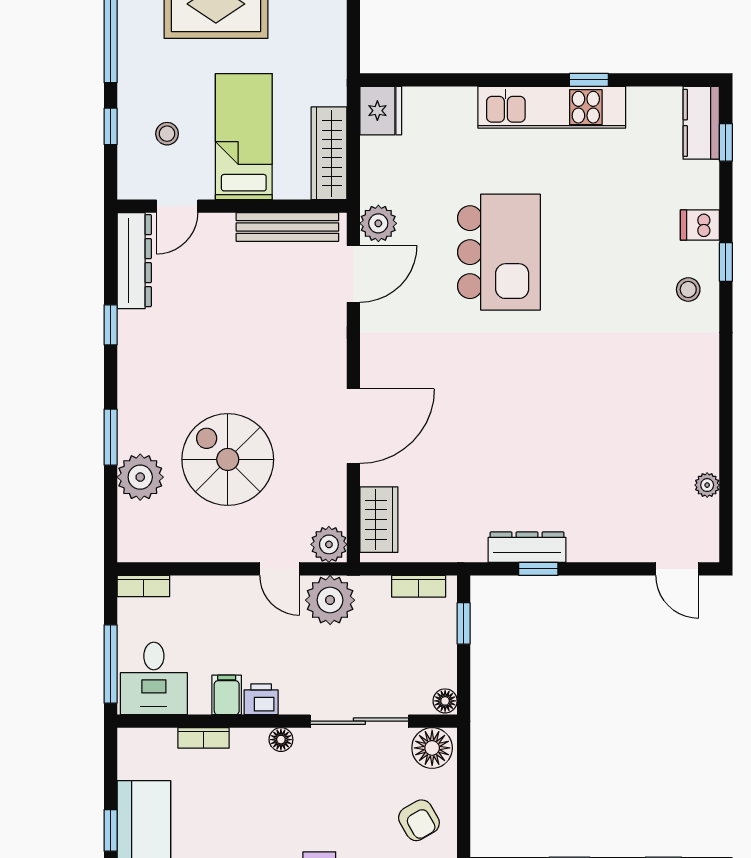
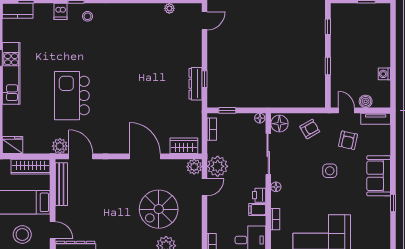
stool: (167, 134) -> (22, 235), width x1.89, depth x1.89
kitchen island: (499, 252) -> (72, 96), turned -90

